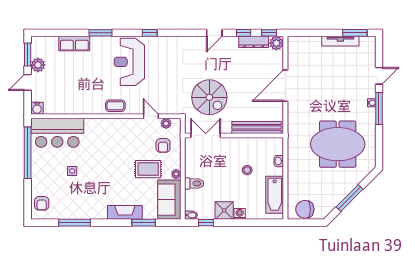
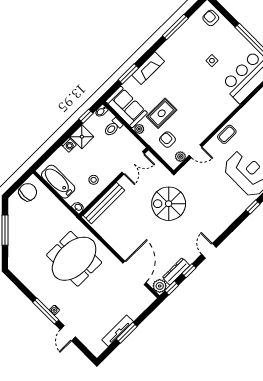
window: (355, 33) -> (127, 333), moved
door: (285, 86) -> (134, 273), moved
bench: (257, 127) -> (104, 203), moved
double door: (206, 135) -> (133, 163), moved
wall: (234, 135) -> (114, 182), moved
meeting table: (338, 144) -> (74, 259), moved
toilet: (194, 183) -> (113, 127), moved

